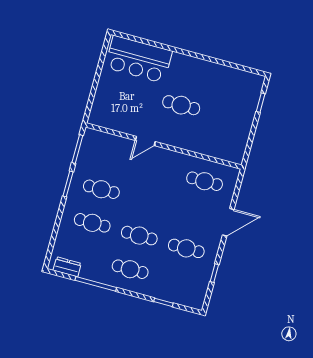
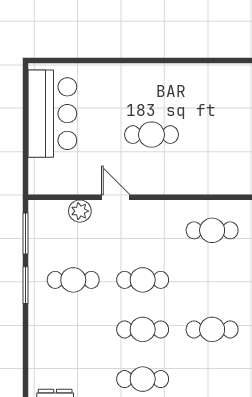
bar counter: (139, 59) -> (52, 114), moved, turned -90
door: (145, 141) -> (116, 197), swing flipped
plant: (119, 144) -> (80, 211), added
cafe table: (92, 223) -> (143, 280), moved

